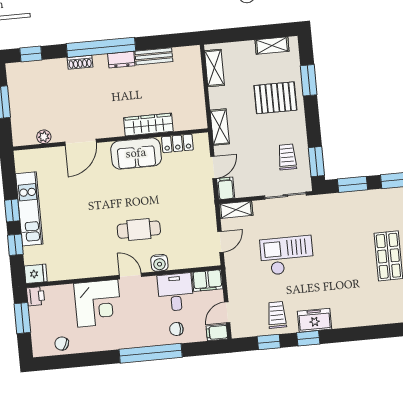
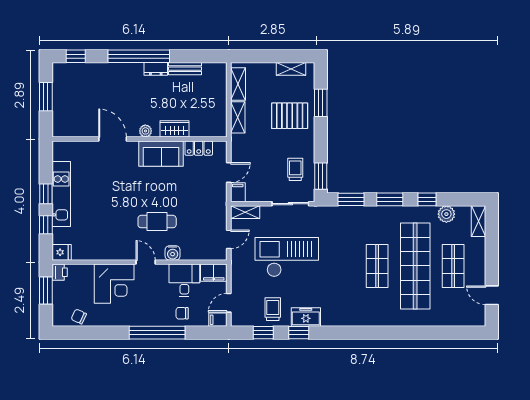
shoe rack: (80, 62) -> (119, 68), removed
wardrobe: (148, 124) -> (174, 129), width x0.67
shelving: (220, 127) -> (238, 117), moved
plant: (44, 137) -> (145, 131), moved
door: (81, 142) -> (113, 139), swing flipped
checkout: (287, 256) -> (287, 257), width x1.36, depth x1.21

